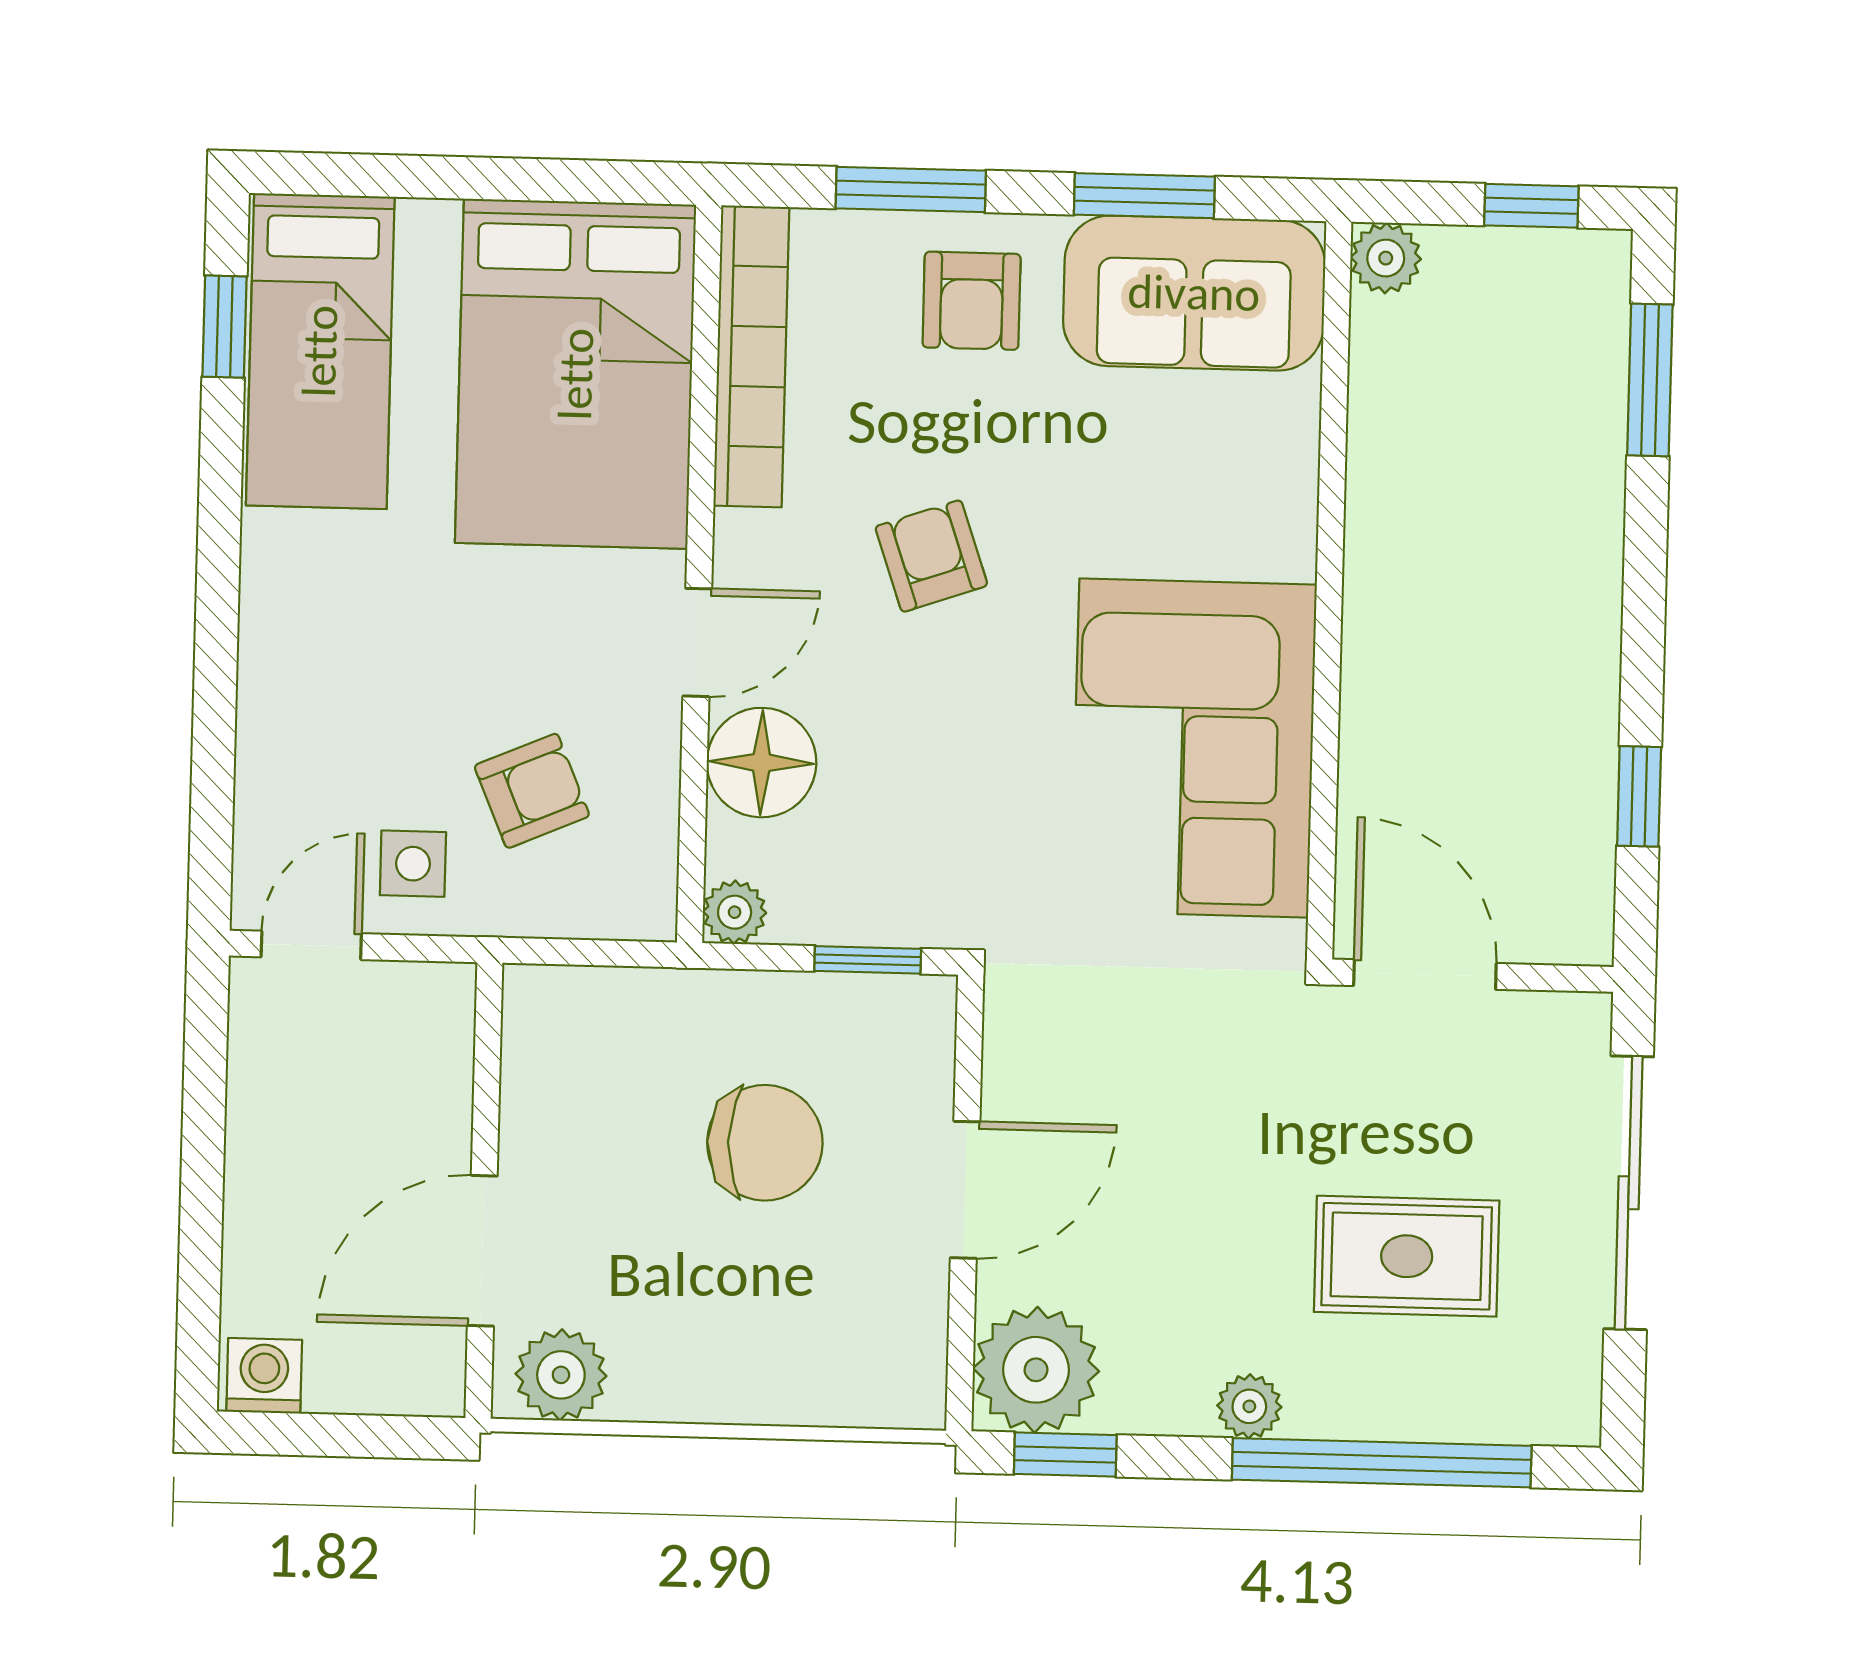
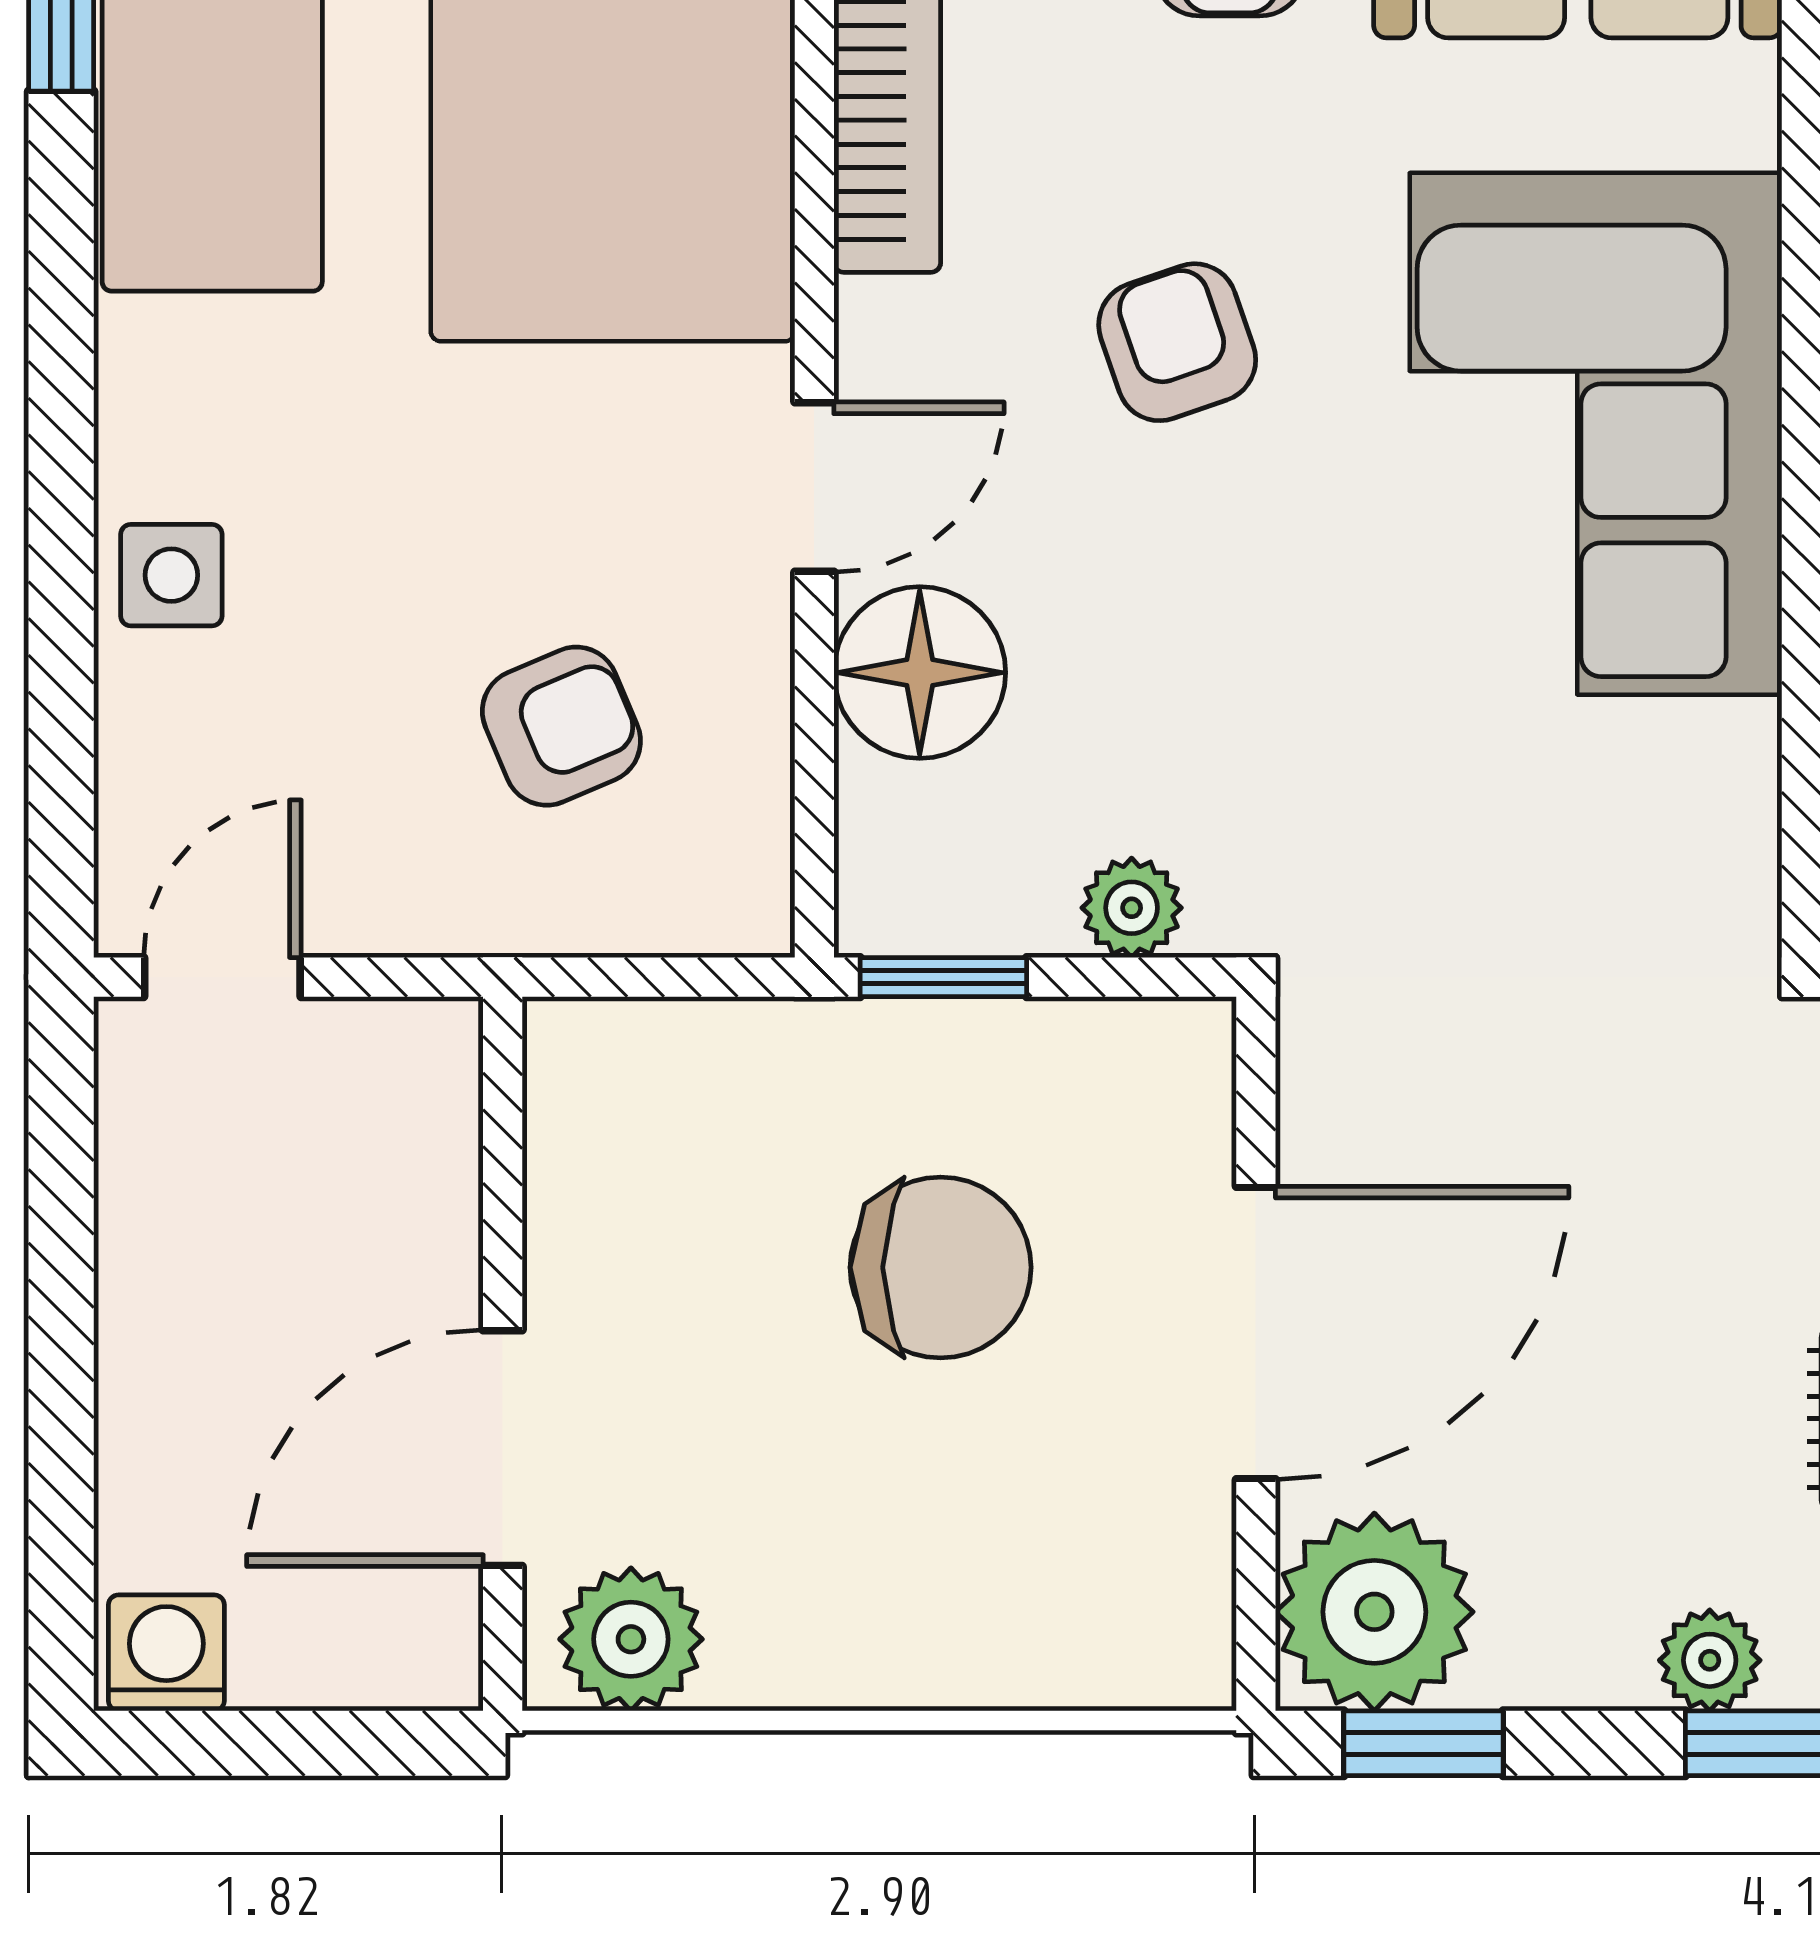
corner sofa: (1194, 748) -> (1596, 434), moved
side table: (413, 864) -> (171, 575), moved
plant: (735, 912) -> (1132, 908), moved
window: (868, 960) -> (943, 977), moved
door: (965, 1190) -> (1256, 1333), width x1.36

